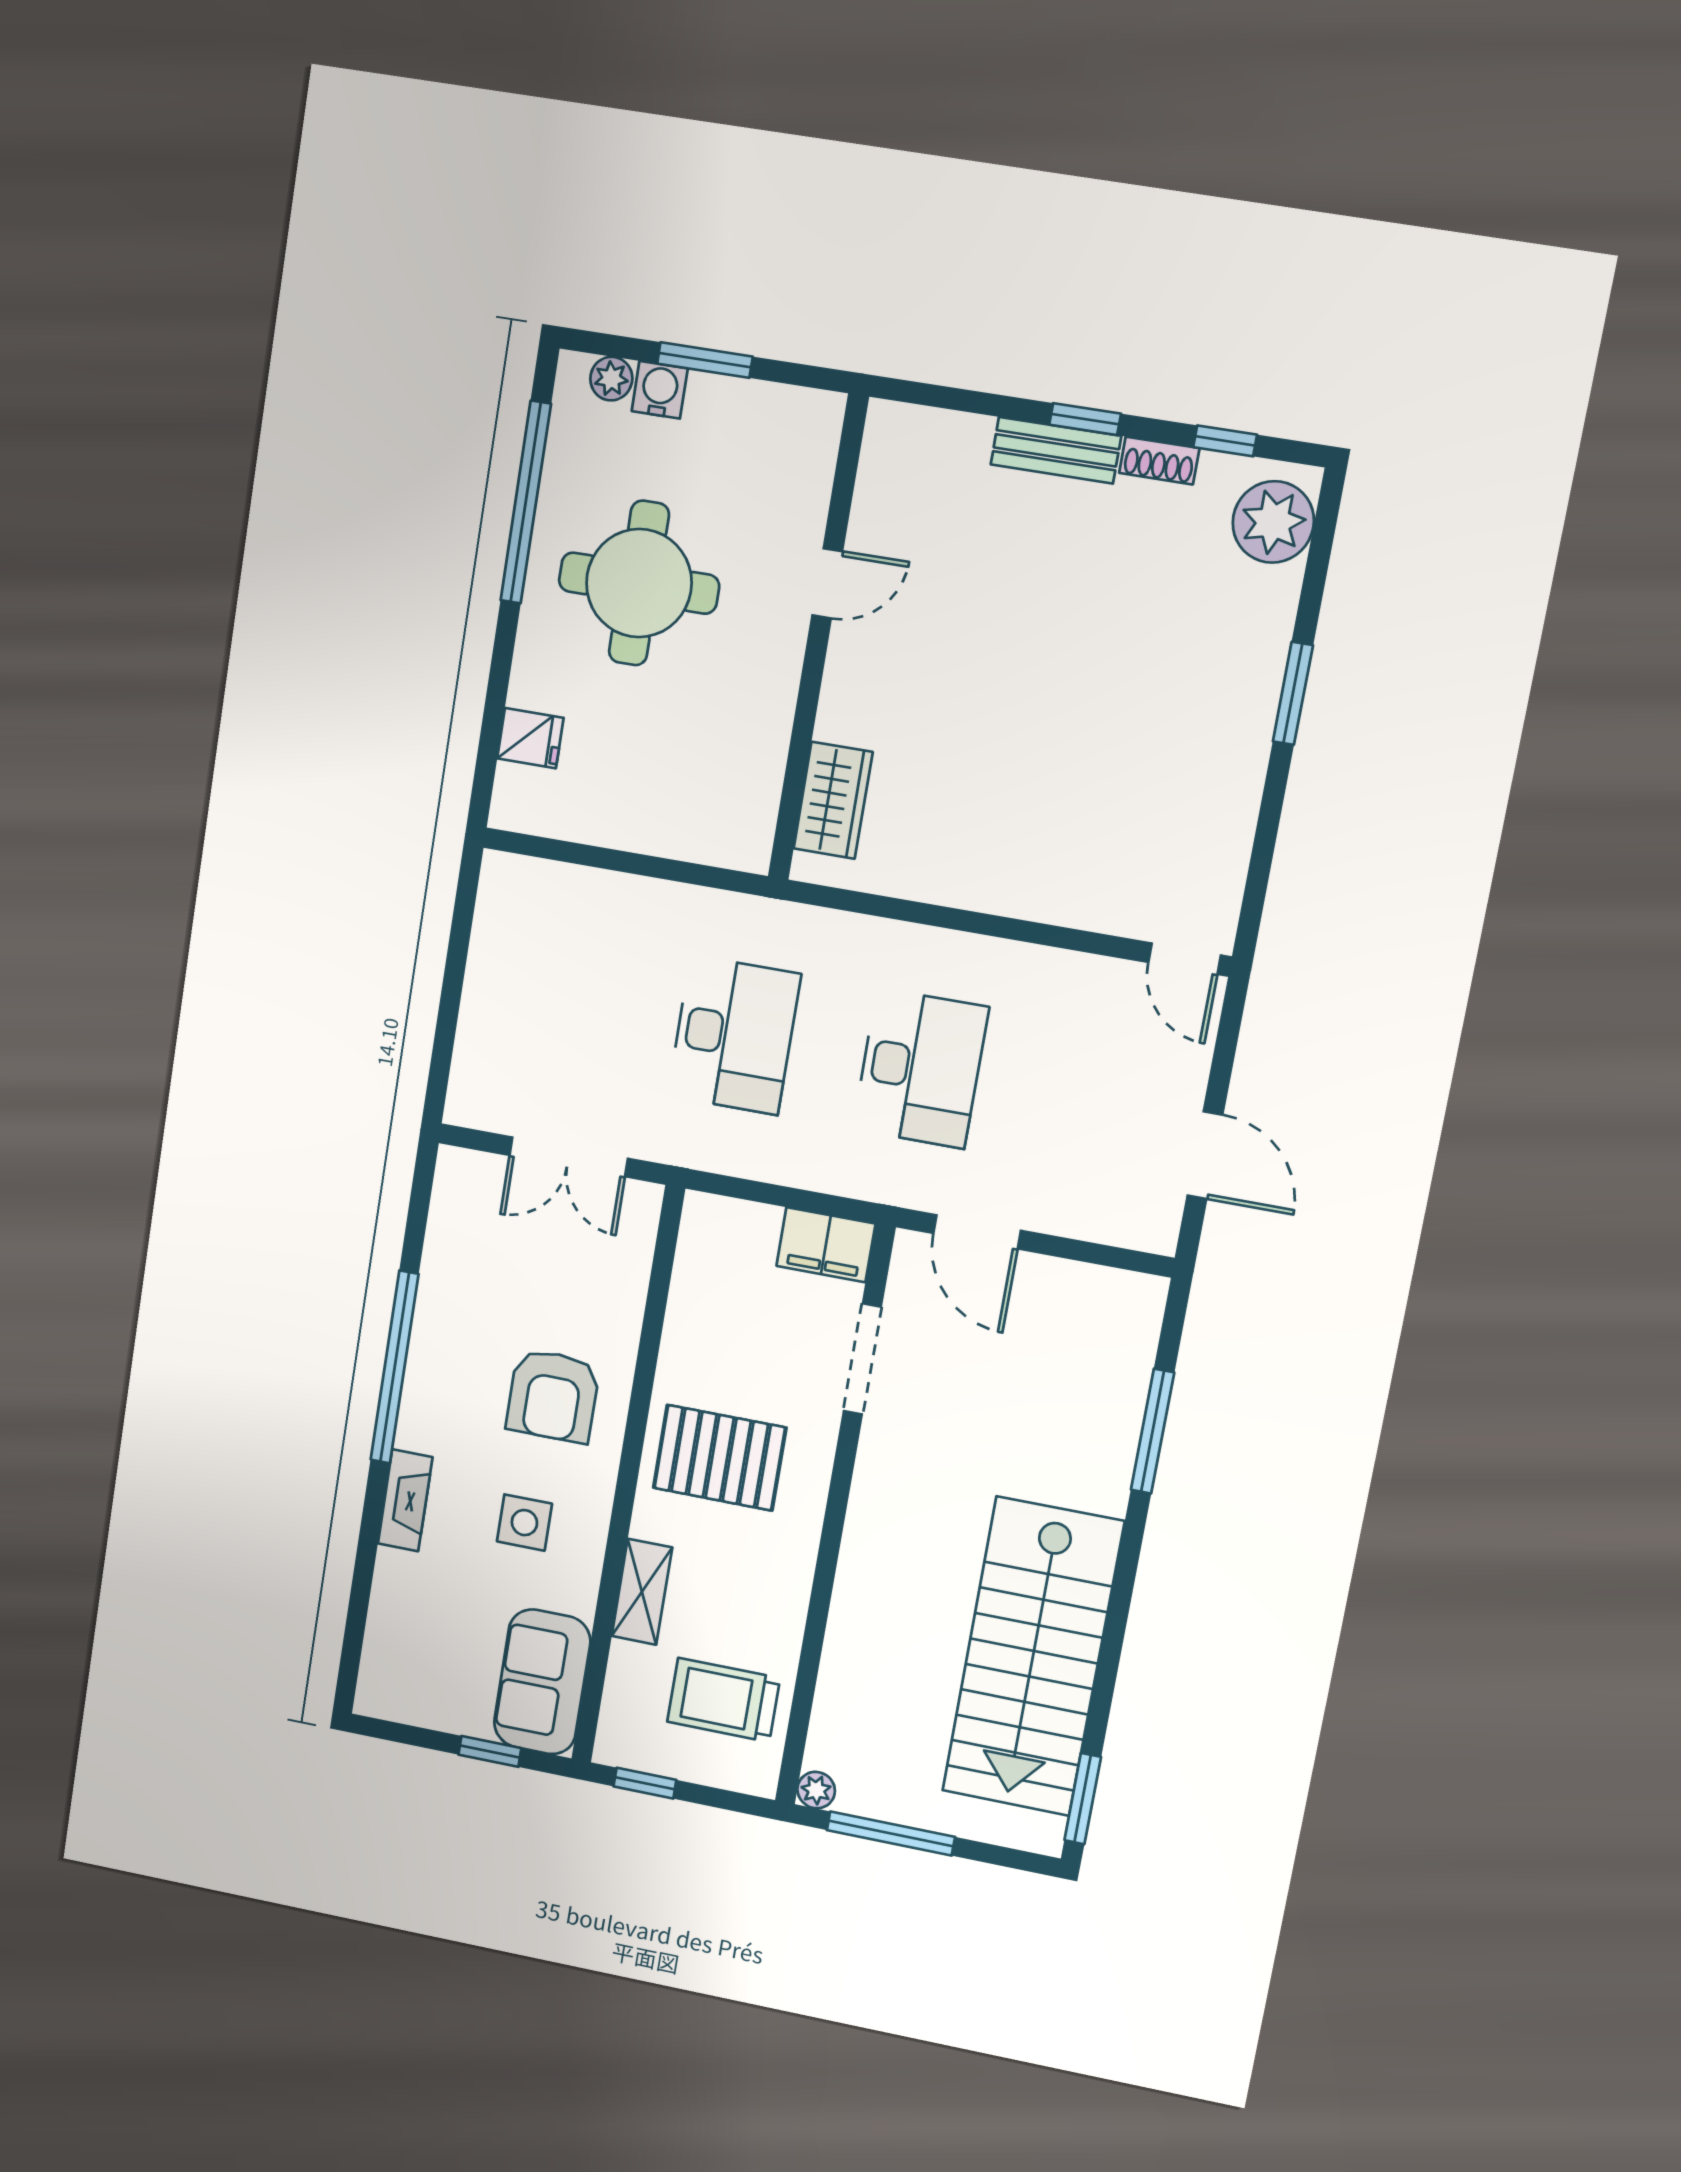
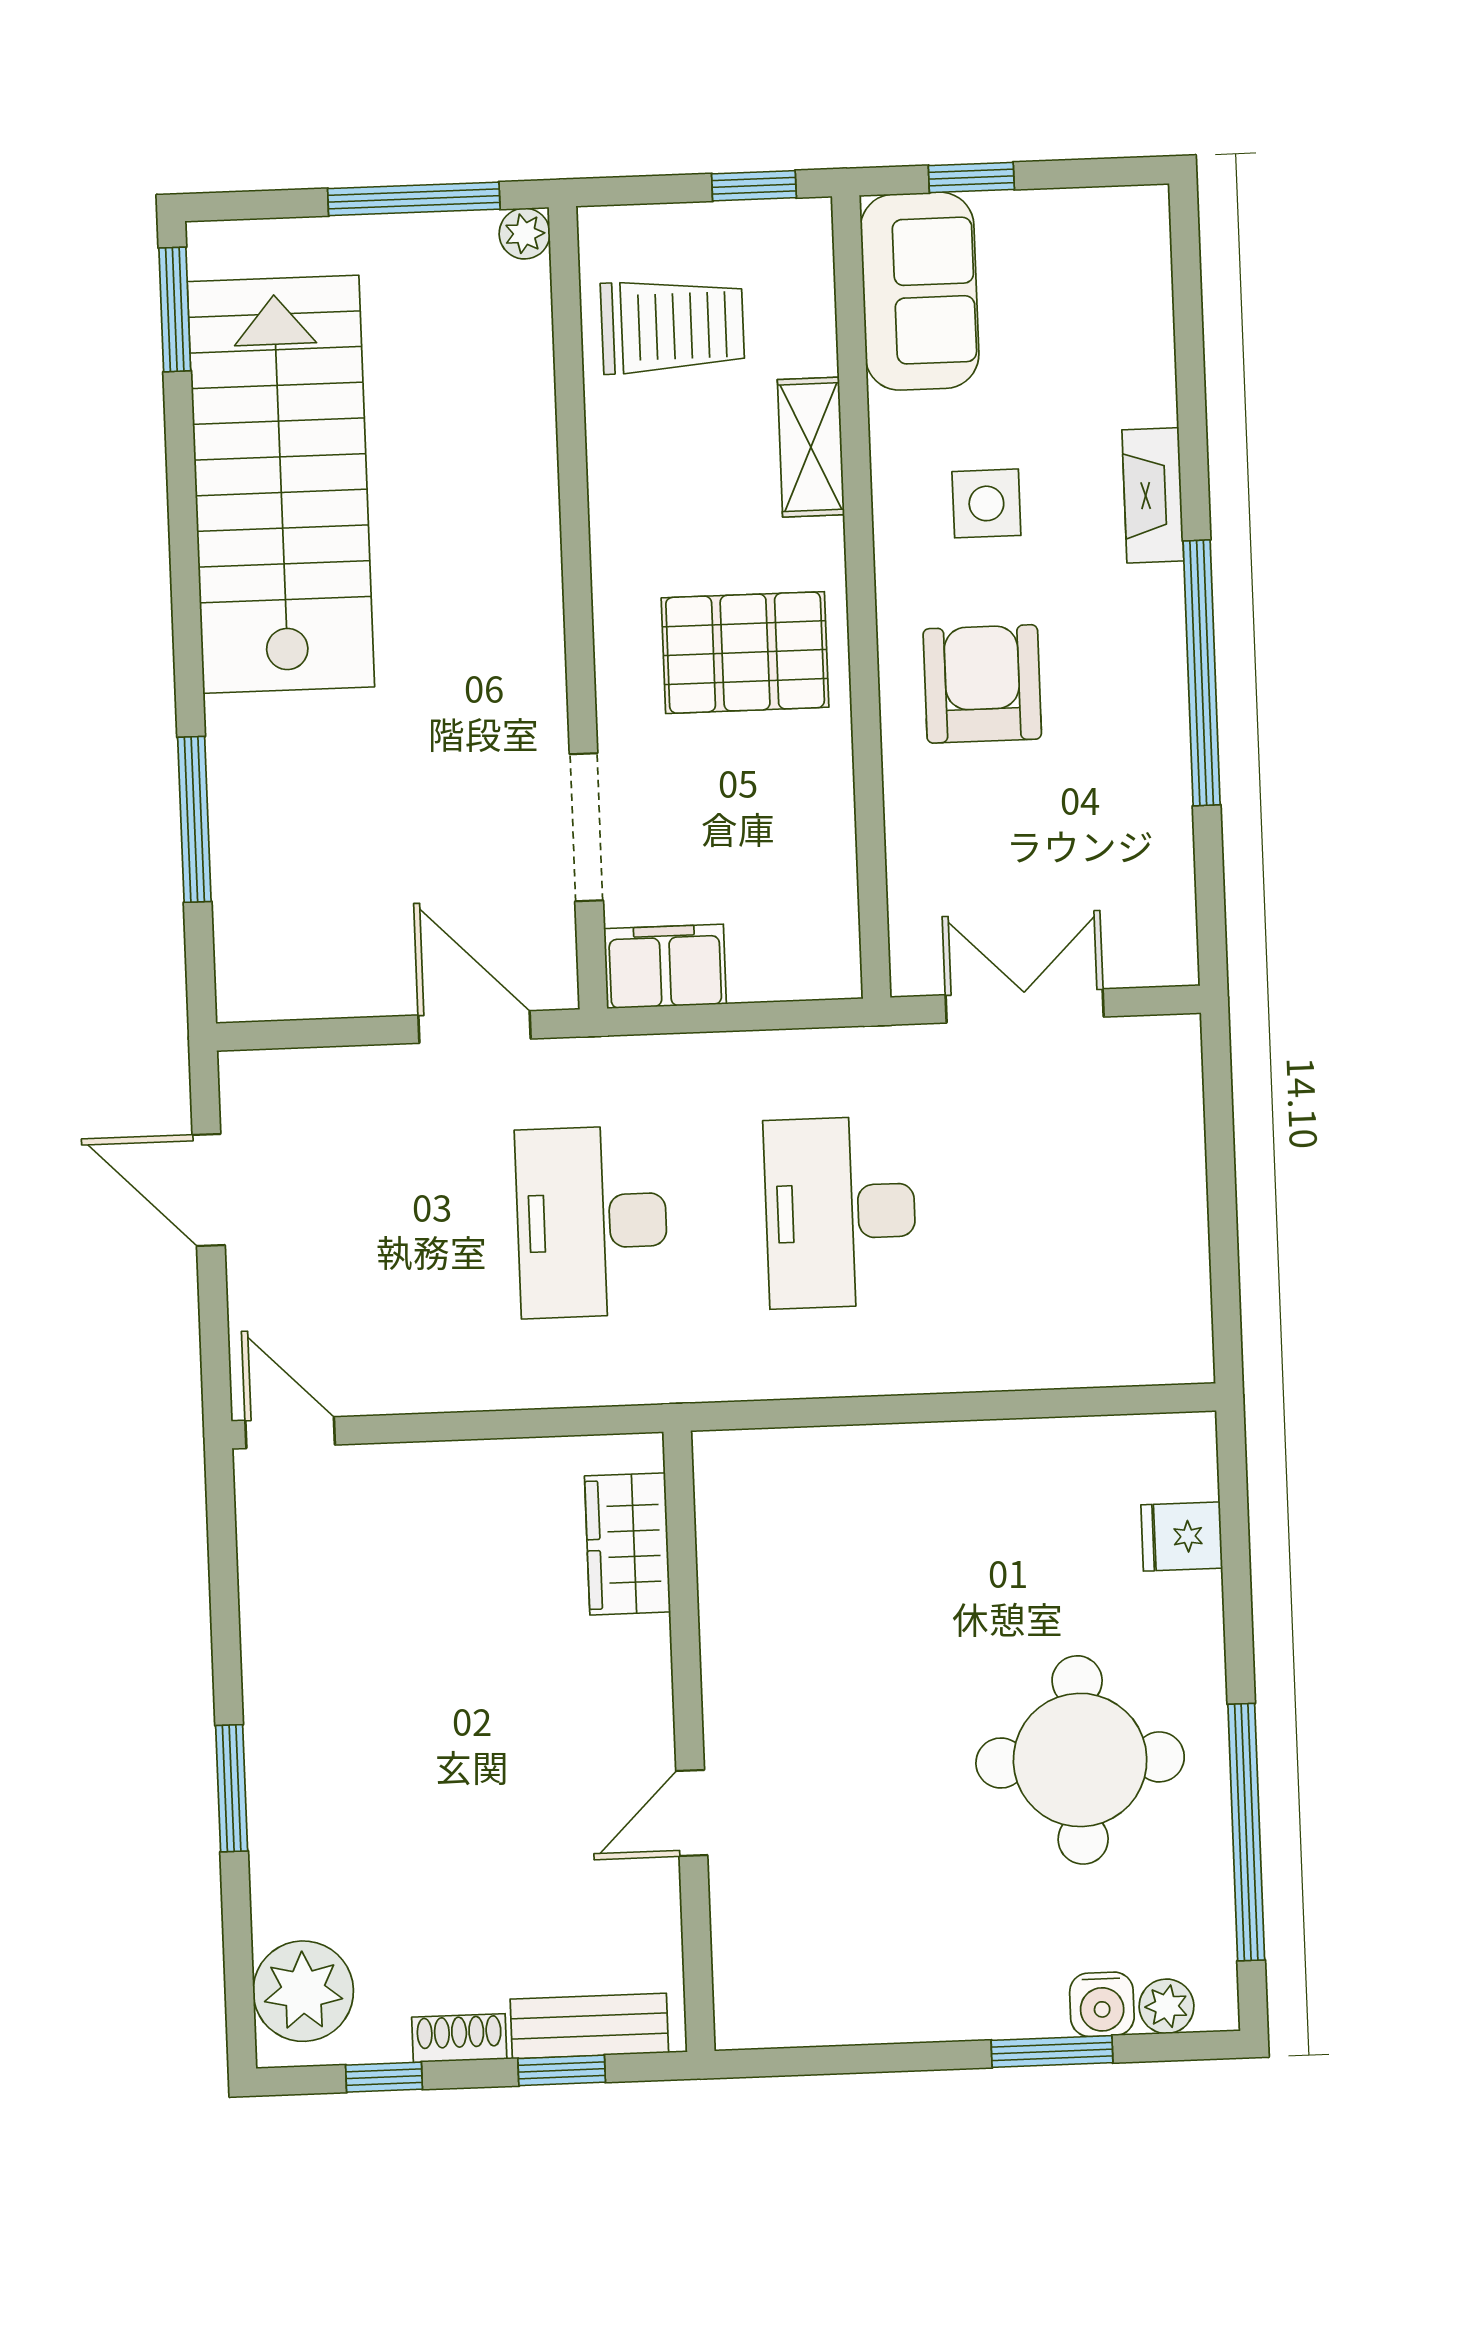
door: (827, 583) -> (692, 1813), moved
wall: (818, 639) -> (689, 1741), moved
wardrobe: (833, 800) -> (627, 1544), moved

